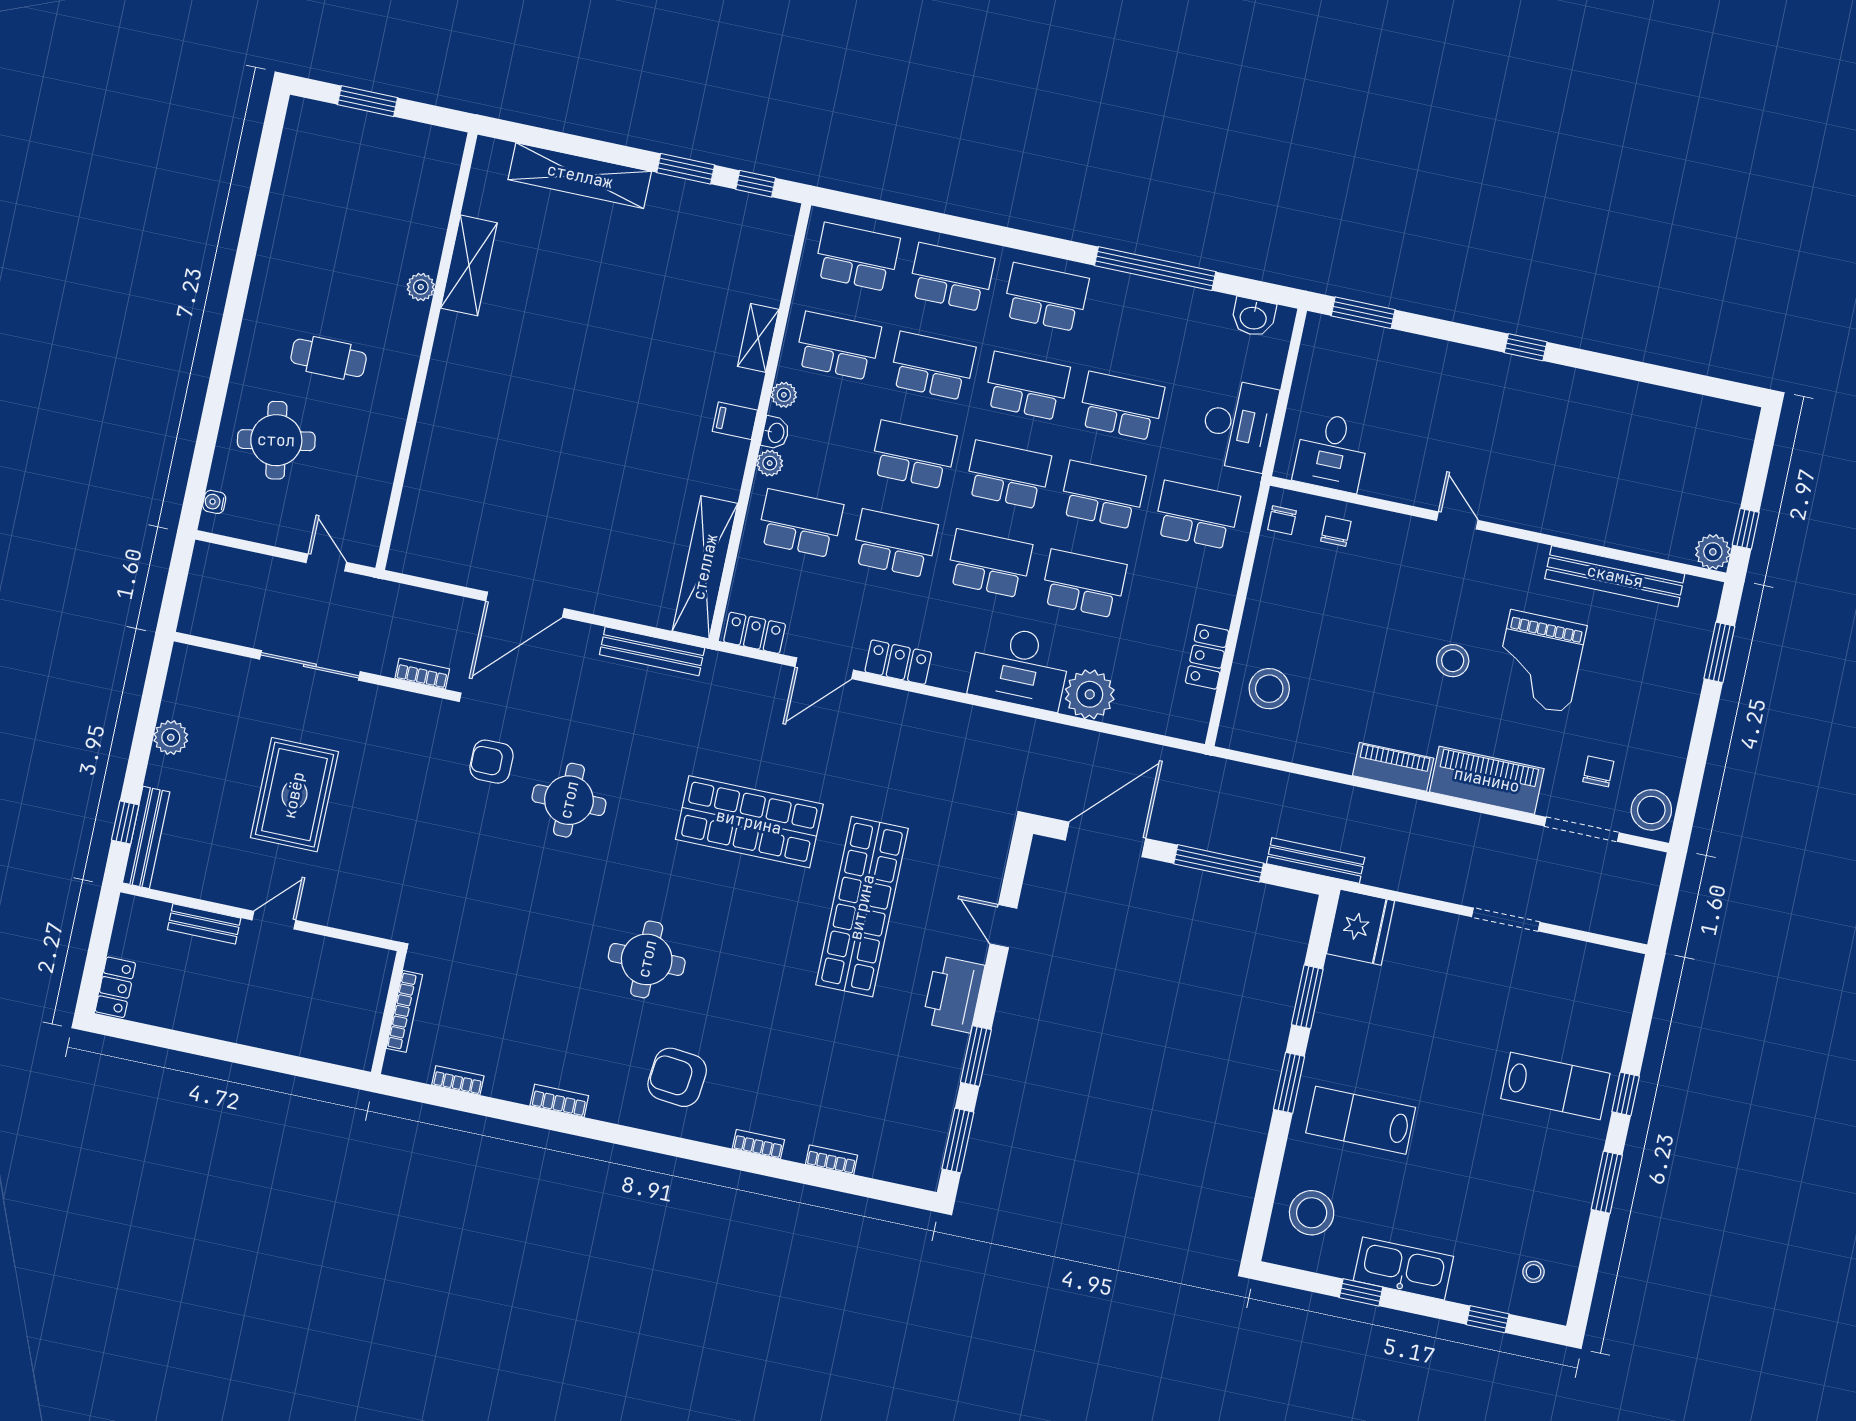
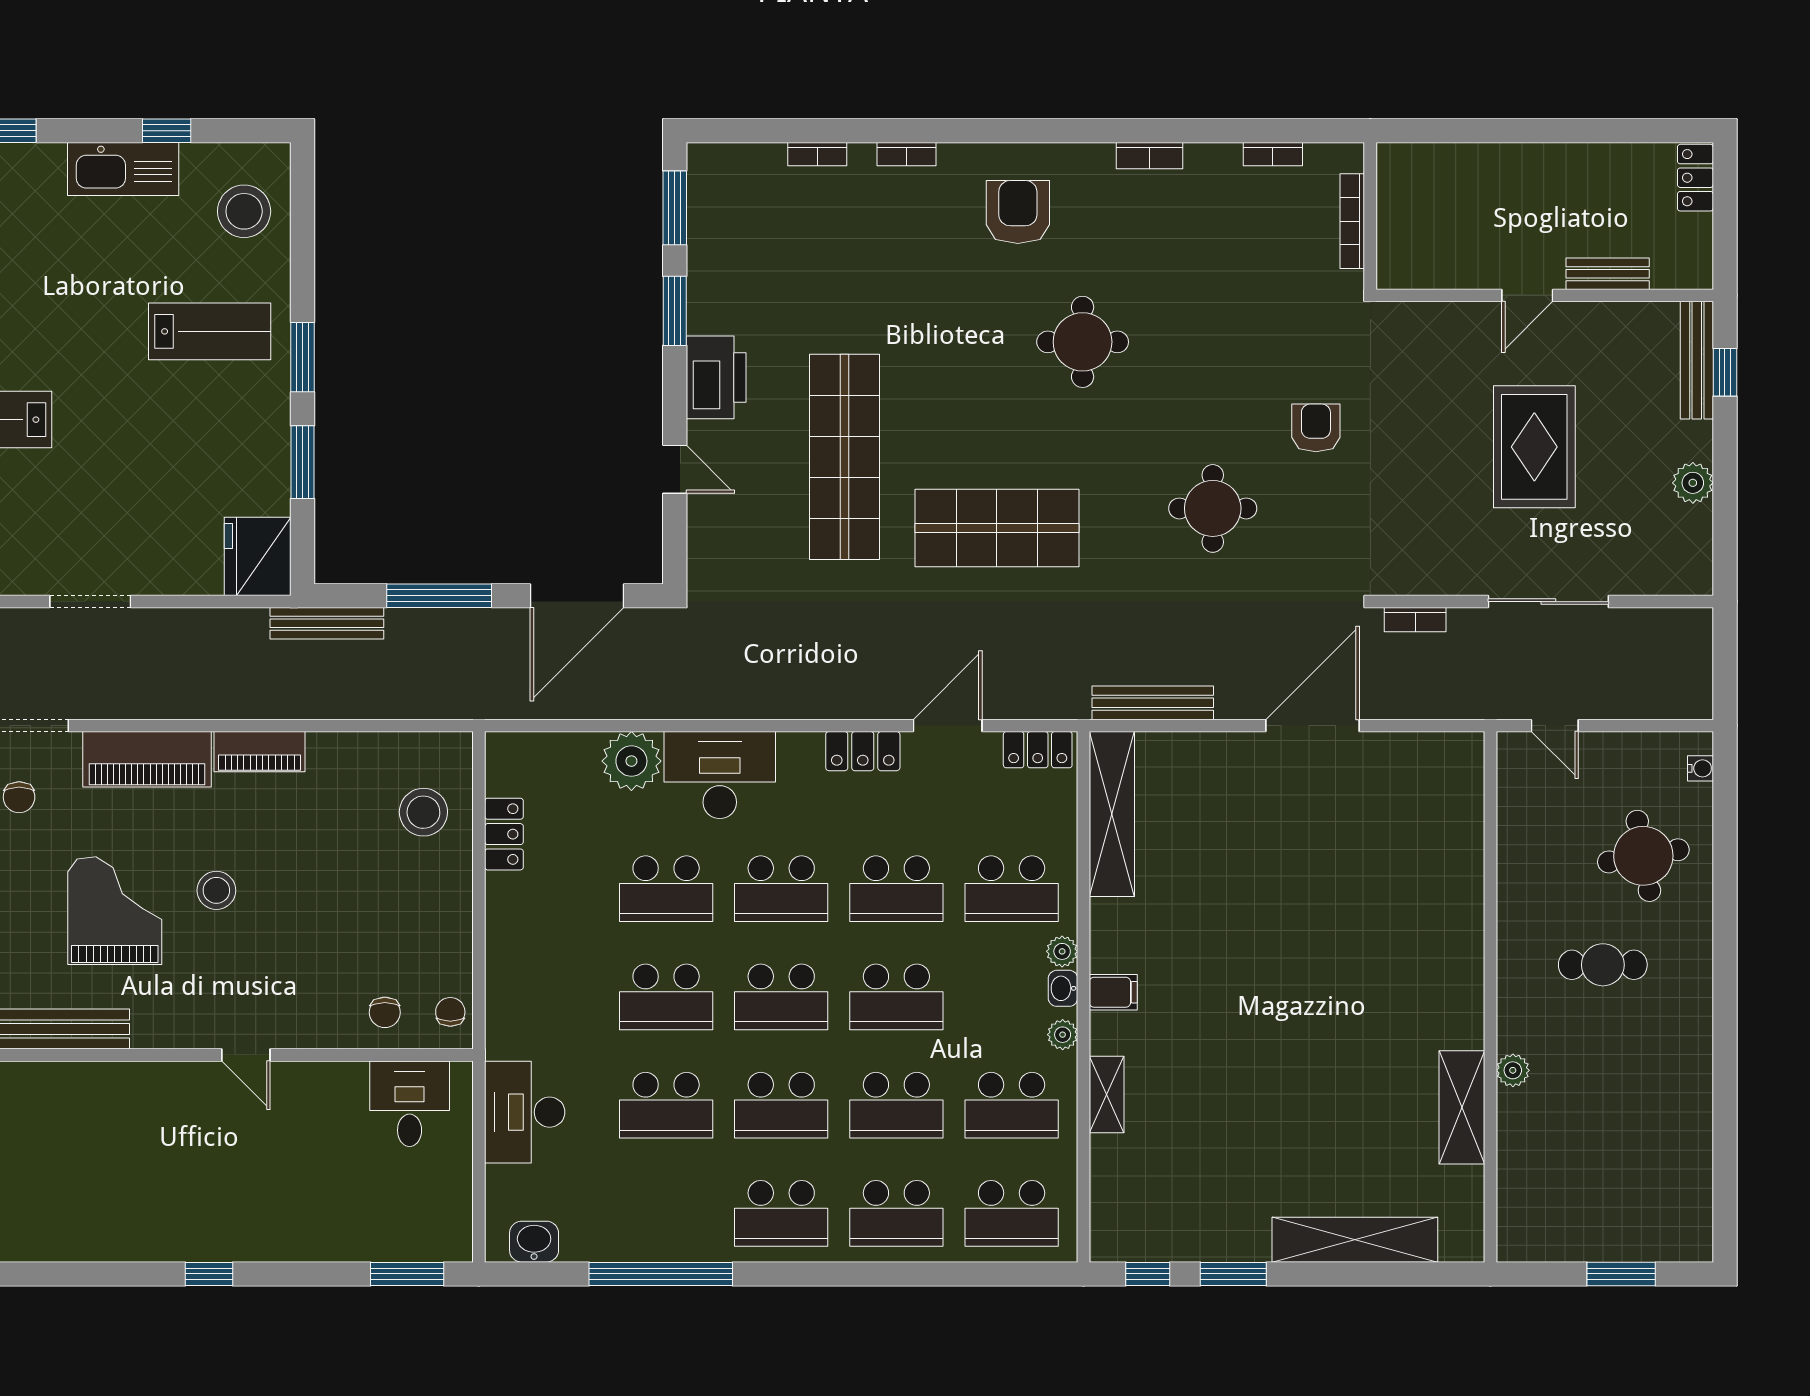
school desk: (1197, 515) -> (551, 997), removed
armchair: (492, 762) -> (1316, 428), moved, turned -90
armchair: (677, 1077) -> (1018, 212), turned -96

